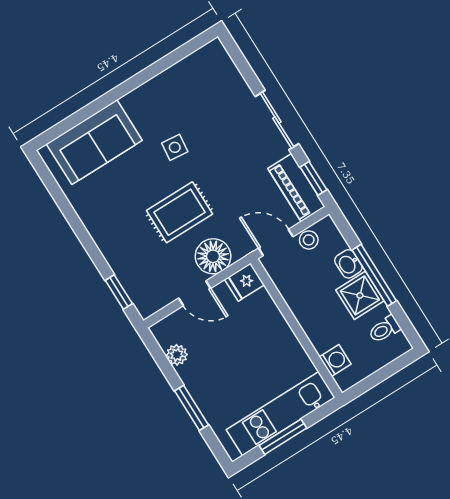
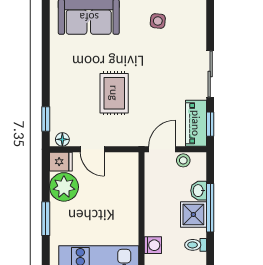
side table: (175, 147) -> (158, 21), moved
rug: (180, 212) -> (114, 93), turned 90
door: (276, 242) -> (162, 149), hinge flipped
floor lamp: (213, 256) -> (62, 139), moved, width x0.53, depth x0.53
fridge: (245, 282) -> (61, 162), moved, turned 180
plant: (177, 355) -> (64, 187), width x1.88, depth x1.88

